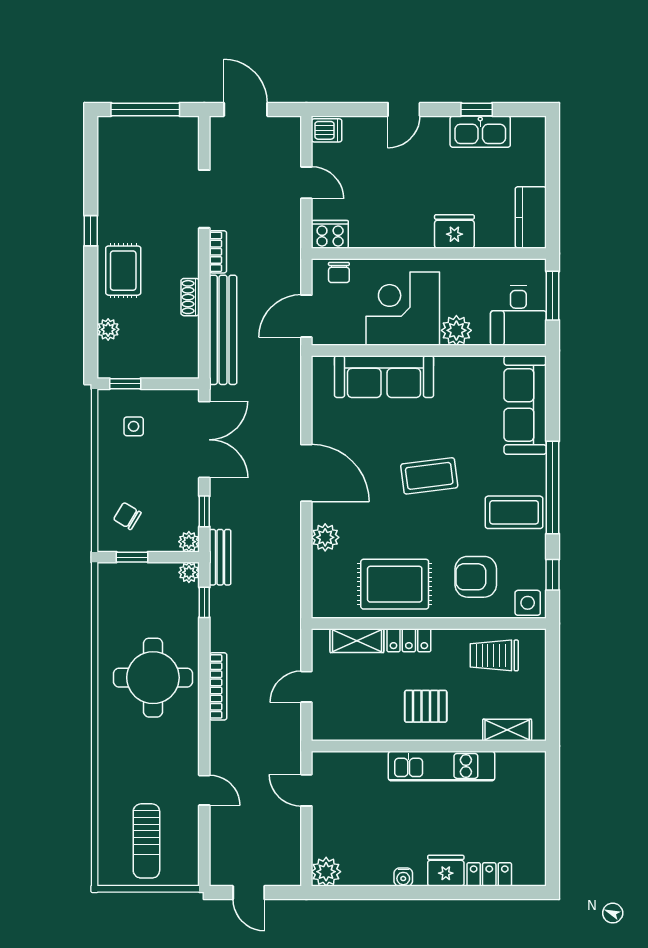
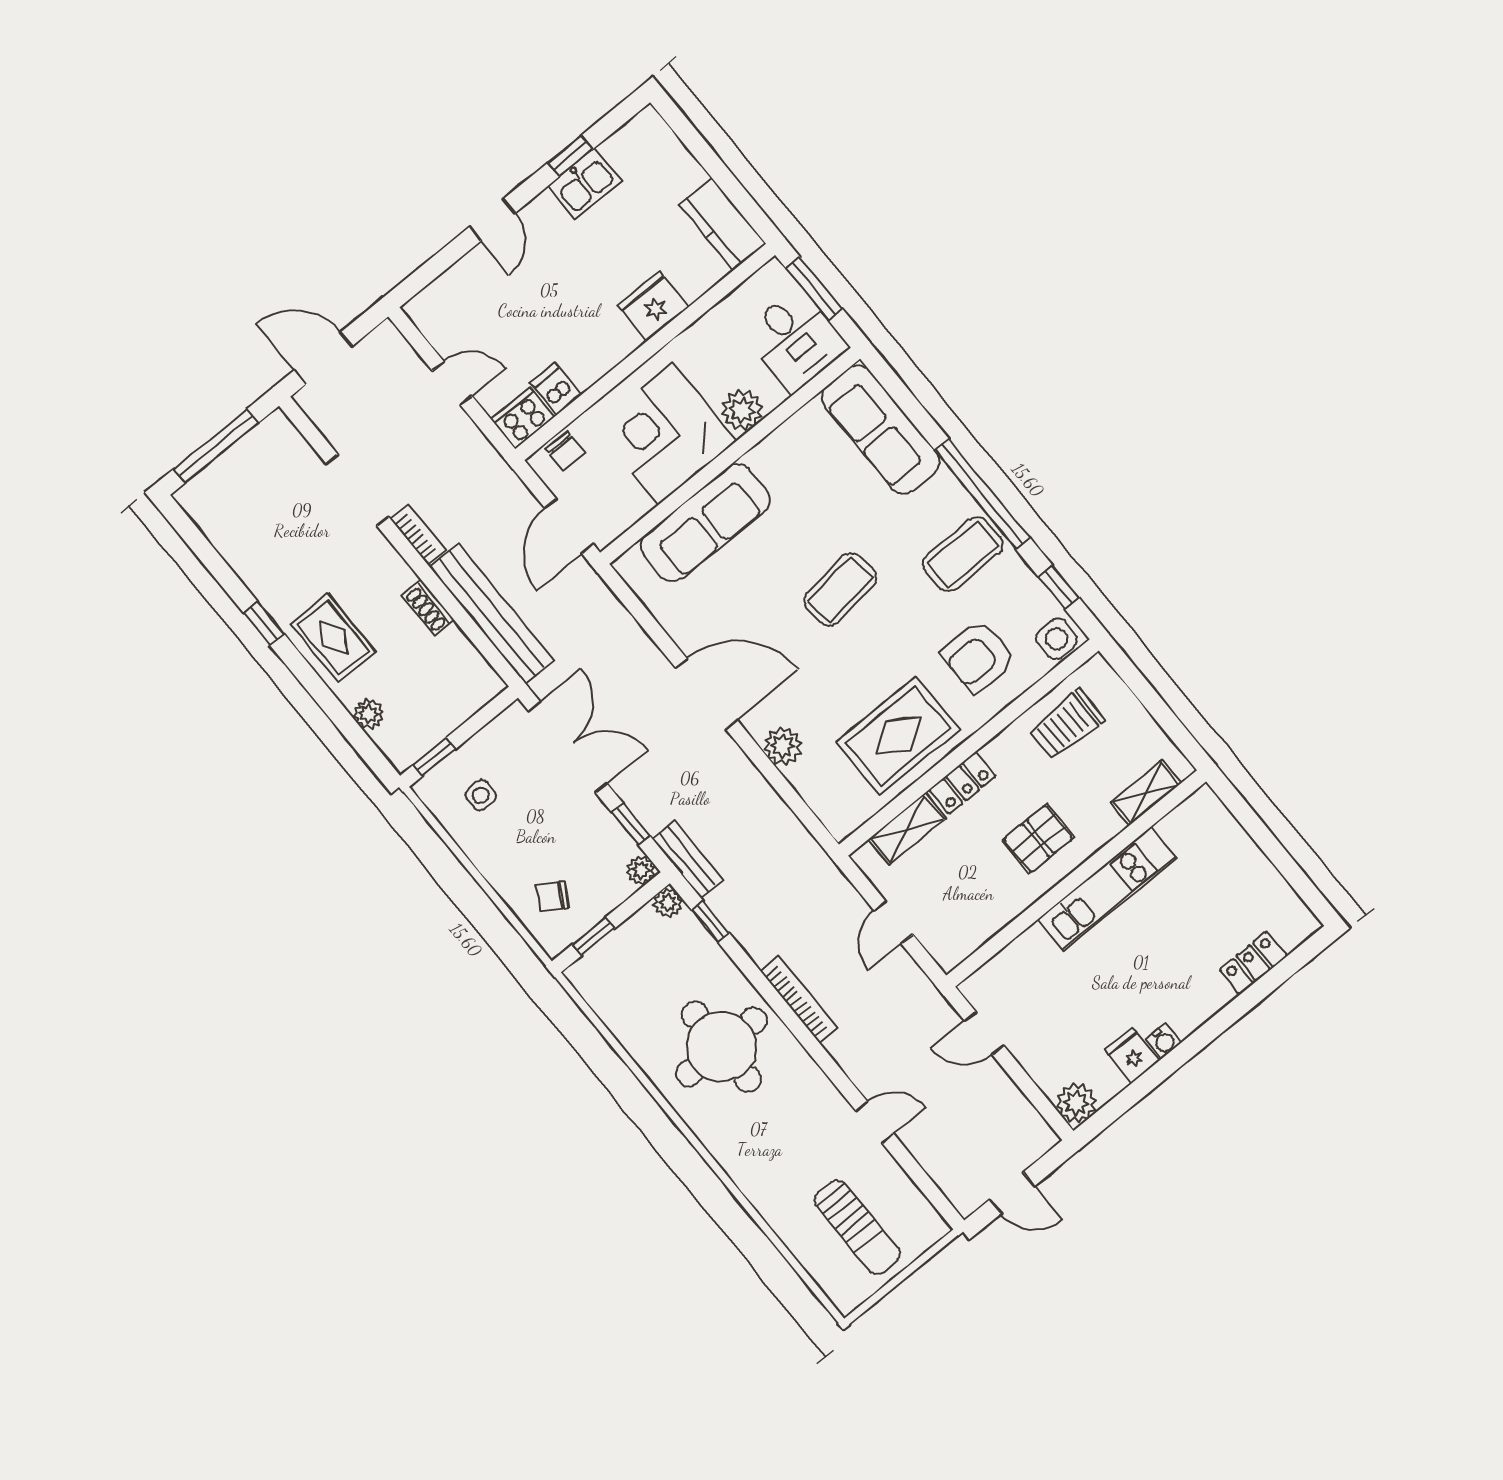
dishwasher: (327, 130) -> (556, 389), moved, turned -90
kitchen sink: (480, 132) -> (585, 184), width x0.73
fridge: (446, 871) -> (1132, 1056), moved, width x0.72

